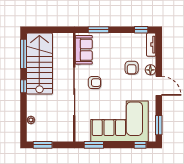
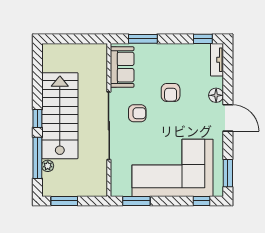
window: (24, 54) -> (37, 158), moved
stairs: (39, 64) -> (60, 116), moved
armchair: (132, 68) -> (171, 92), moved

